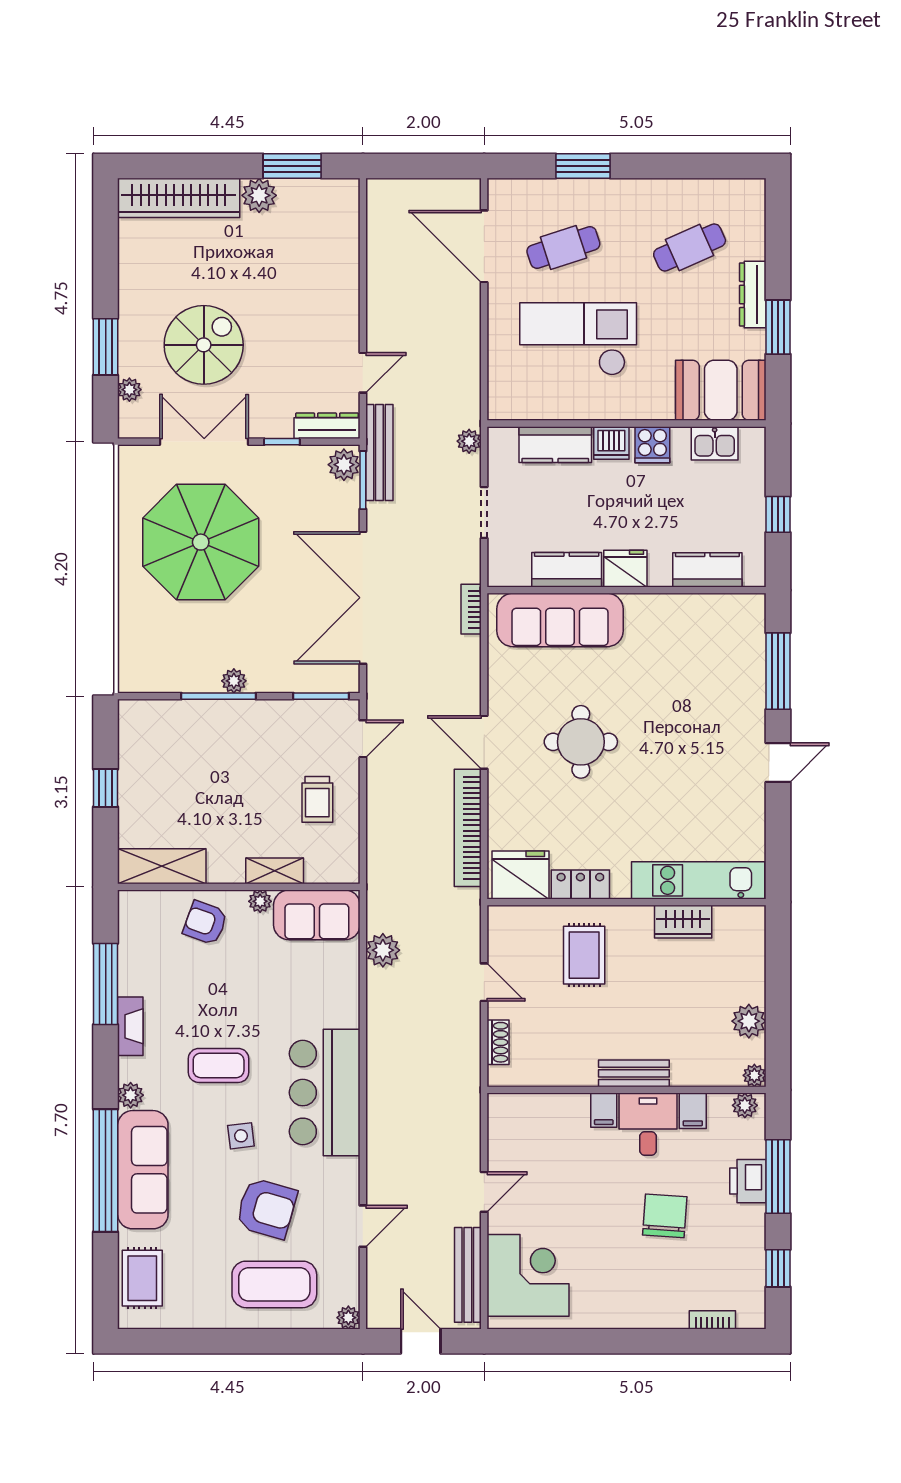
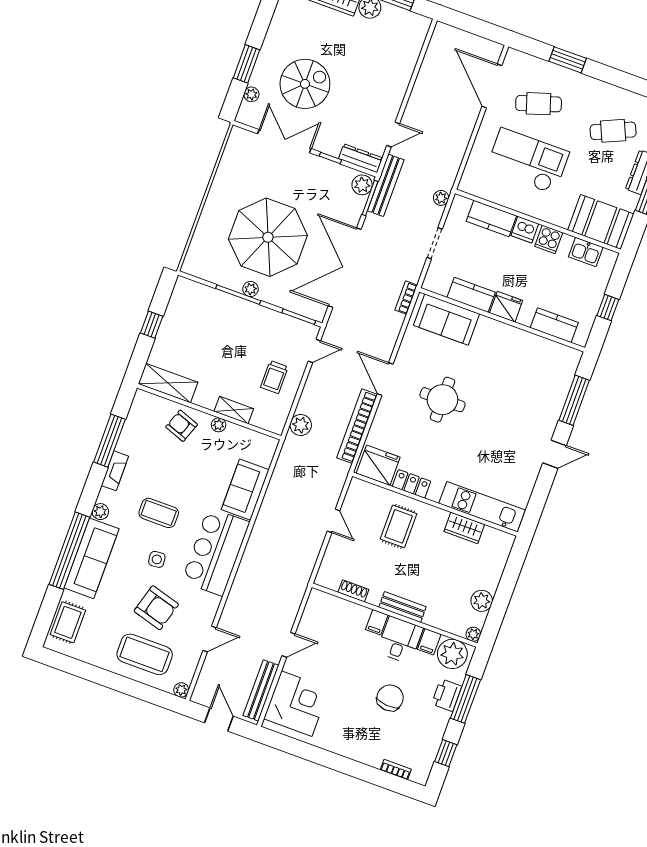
parasol: (201, 542) -> (268, 237), moved
sofa: (560, 620) -> (447, 320), width x0.73
sofa: (317, 915) -> (245, 490), moved, turned 90
plant: (383, 950) -> (301, 425), moved
shoe rack: (498, 1042) -> (353, 591), moved, turned -90
plant: (745, 1105) -> (452, 654), width x1.88, depth x1.88

